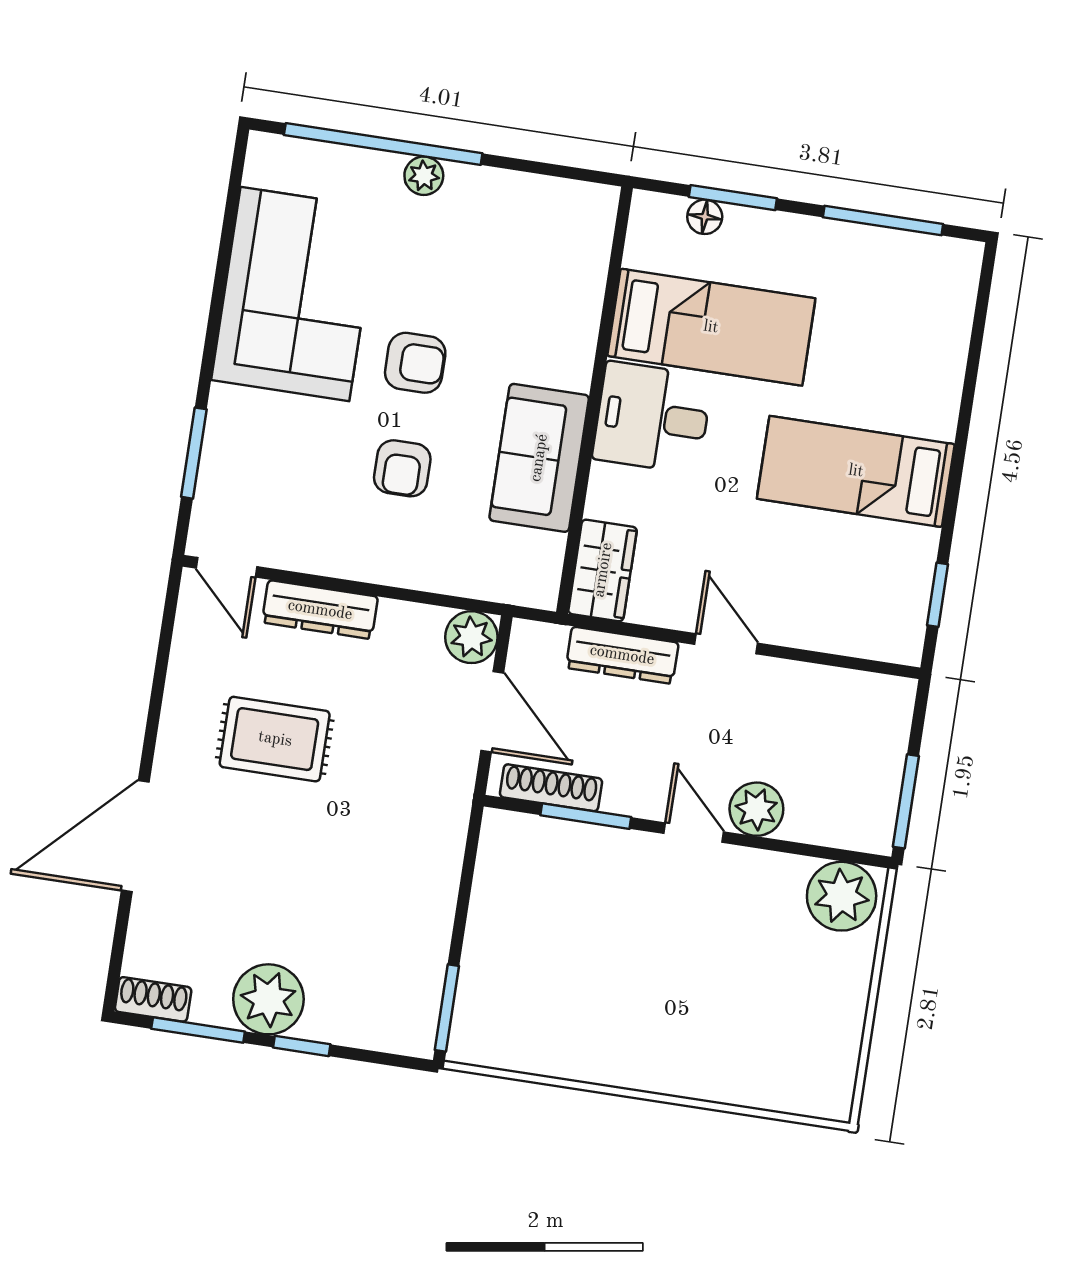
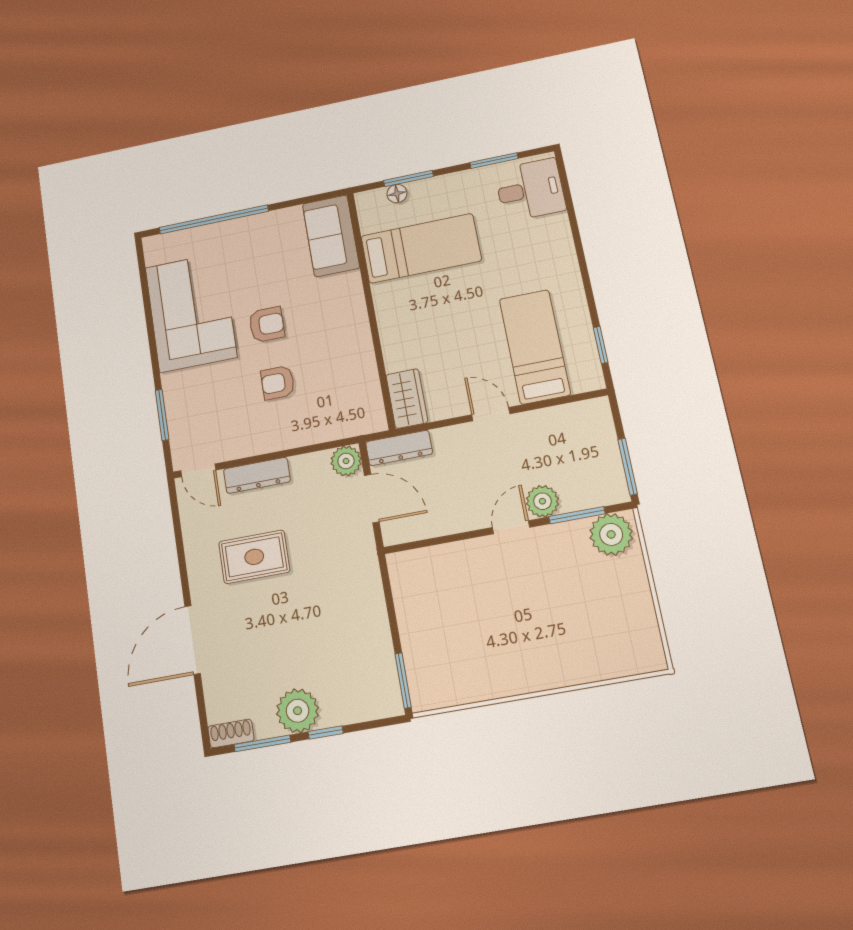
plant: (424, 176) -> (240, 227), removed
window: (883, 221) -> (494, 161), width x0.69
desk: (652, 418) -> (530, 190), moved, turned 180
sofa: (539, 458) -> (331, 236), moved
armchair: (402, 468) -> (278, 383), turned 90
bed: (856, 471) -> (535, 347), moved, turned 90
dresser: (622, 655) -> (399, 448), moved
shoe rack: (551, 788) -> (420, 530), removed
window: (586, 816) -> (577, 515), moved
door: (694, 833) -> (511, 527), hinge flipped

